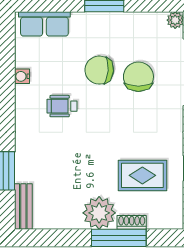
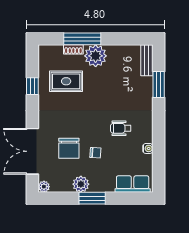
plant: (121, 24) -> (81, 184), added
chair: (99, 70) -> (95, 153), width x0.54, depth x0.54
wheelchair: (62, 106) -> (121, 128), turned 180

